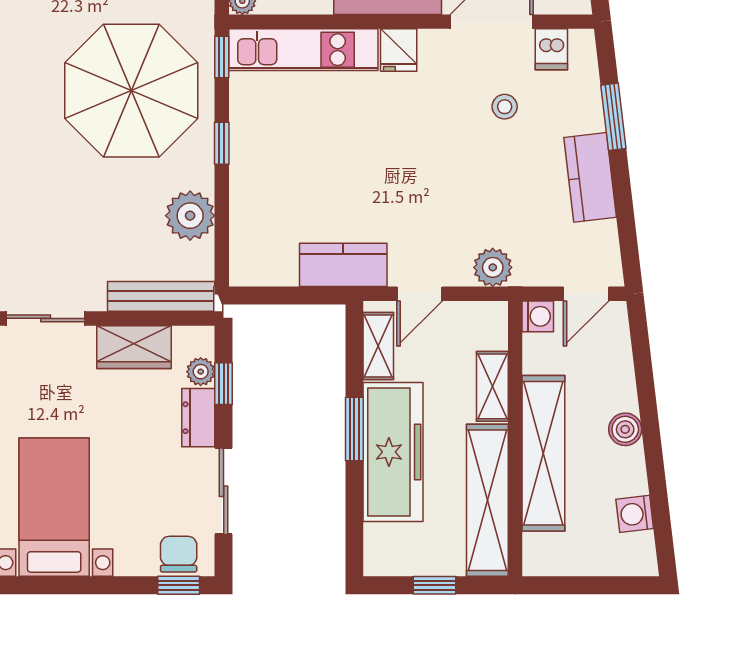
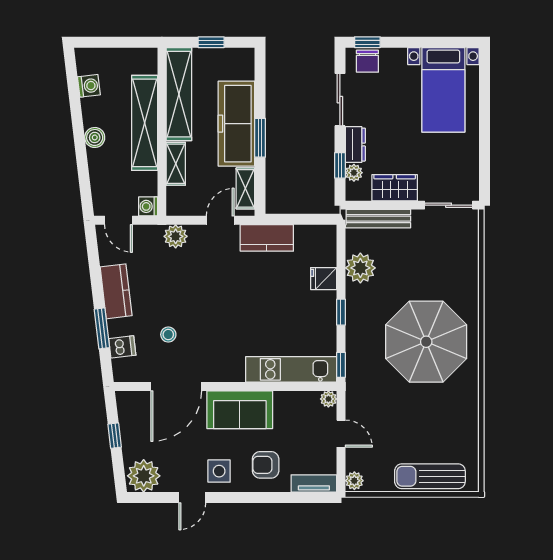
dishwasher: (551, 49) -> (122, 347), moved, turned 83
fridge: (399, 50) -> (324, 279), moved, turned -90
parasol: (131, 91) -> (426, 342), moved
door: (586, 294) -> (118, 220), swing flipped

